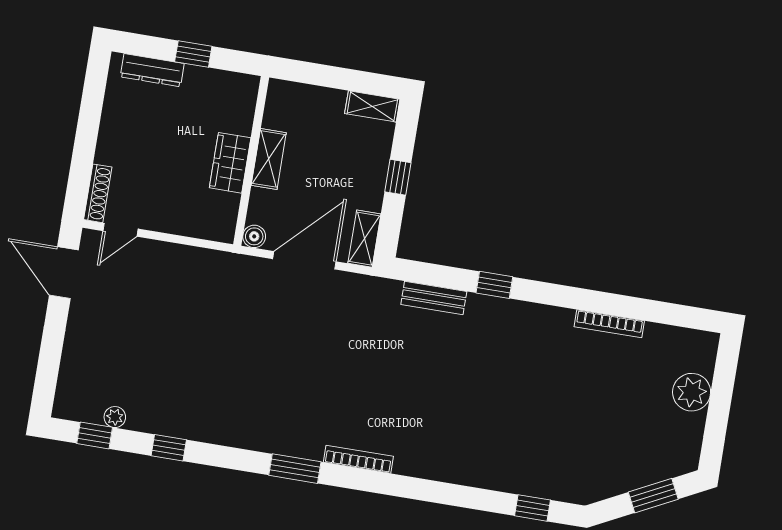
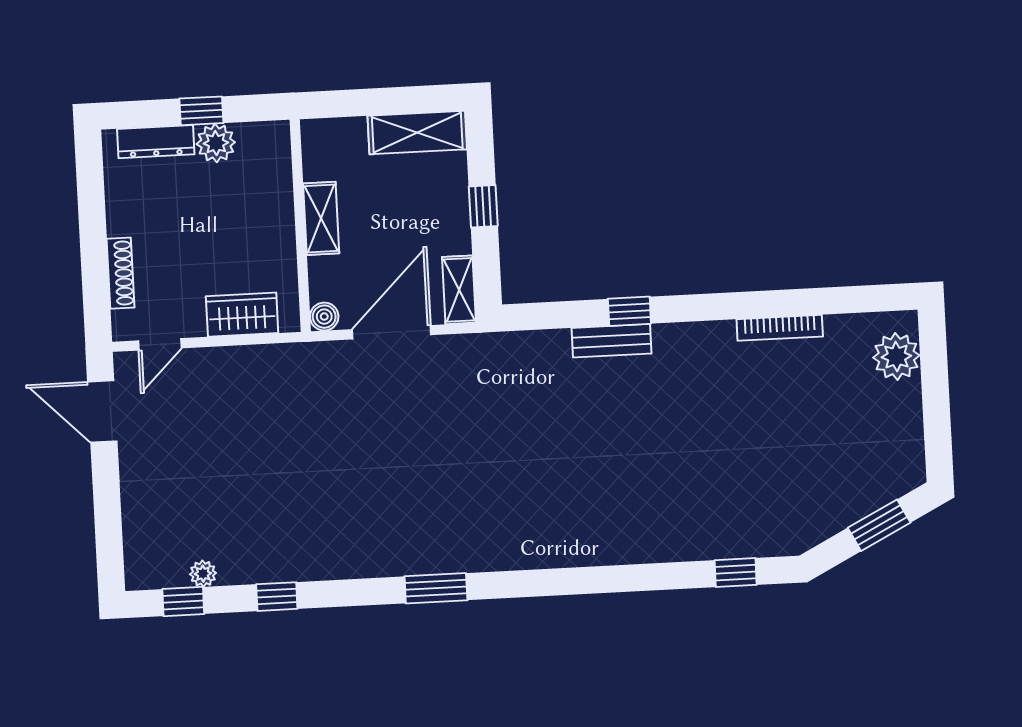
plant: (199, 82) -> (216, 143), added
shelving: (372, 106) -> (417, 133), width x1.50, depth x1.33
wardrobe: (230, 163) -> (242, 315), moved, turned 90
shoe rack: (98, 193) -> (121, 273), moved
bench: (434, 298) -> (612, 341), moved
plant: (692, 392) -> (896, 356), moved
bookcase: (358, 459) -> (511, 560), removed

